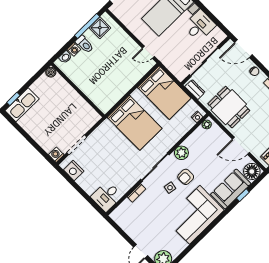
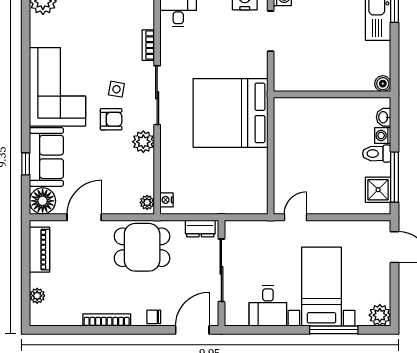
bed: (164, 93) -> (231, 190), removed
bed: (135, 123) -> (230, 113), width x1.36
armchair: (186, 177) -> (111, 119), turned 90

